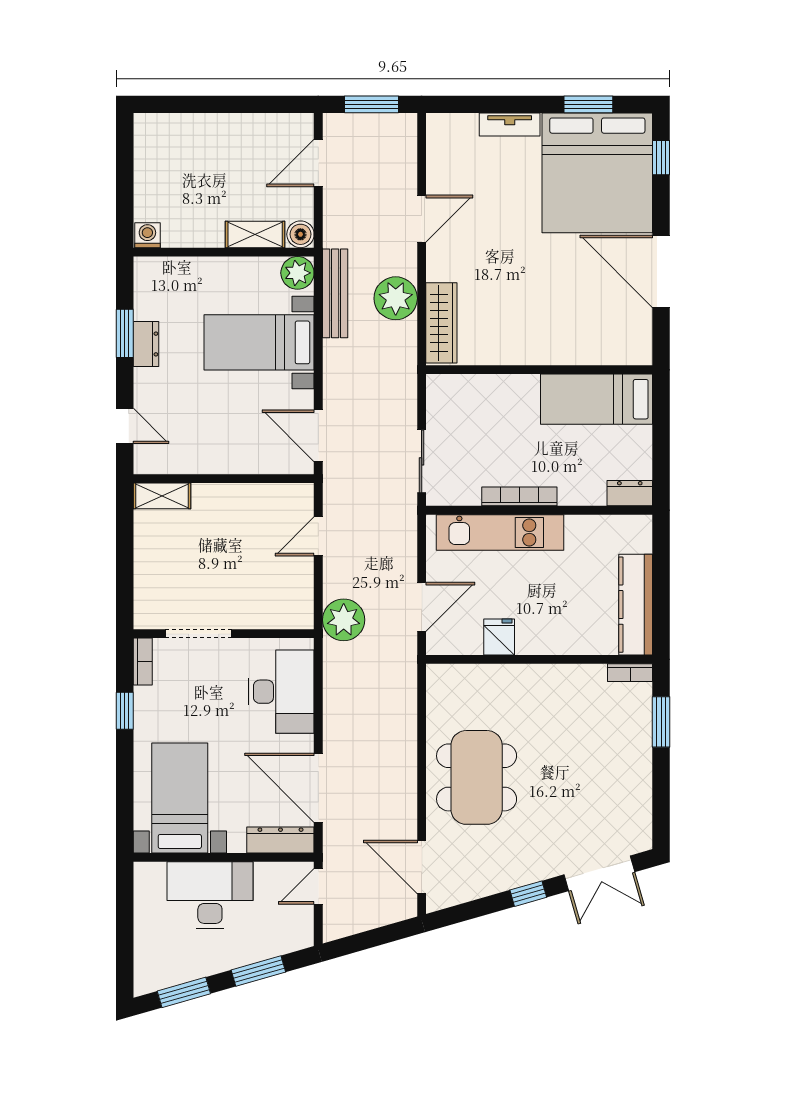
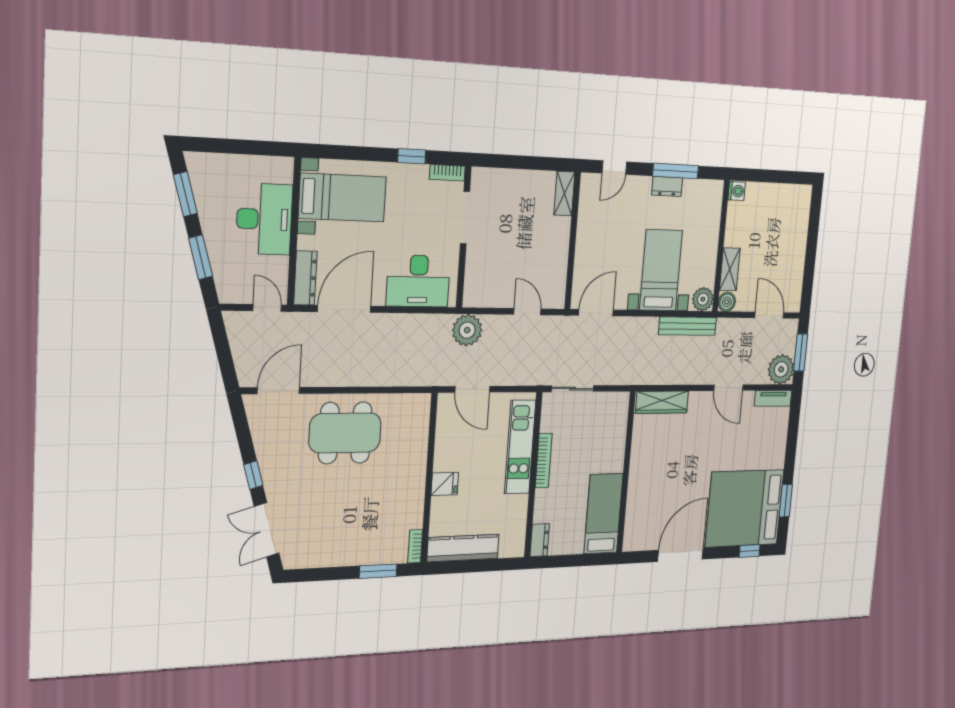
tv unit: (510, 124) -> (773, 398), moved, turned -90
plant: (396, 298) -> (781, 369), moved
window: (125, 333) -> (676, 171), width x1.44
fridge: (499, 637) -> (445, 484), moved

